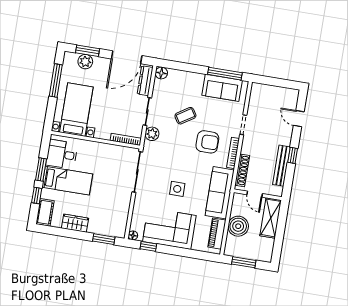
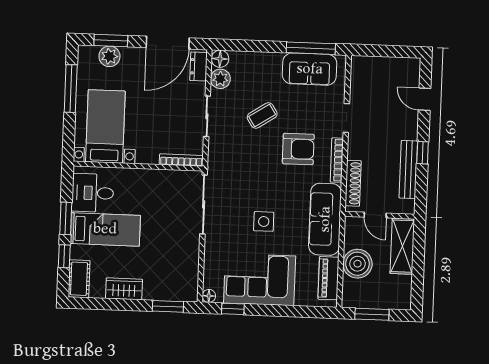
dresser: (145, 81) -> (199, 66), width x0.70
plant: (152, 134) -> (220, 79), moved

